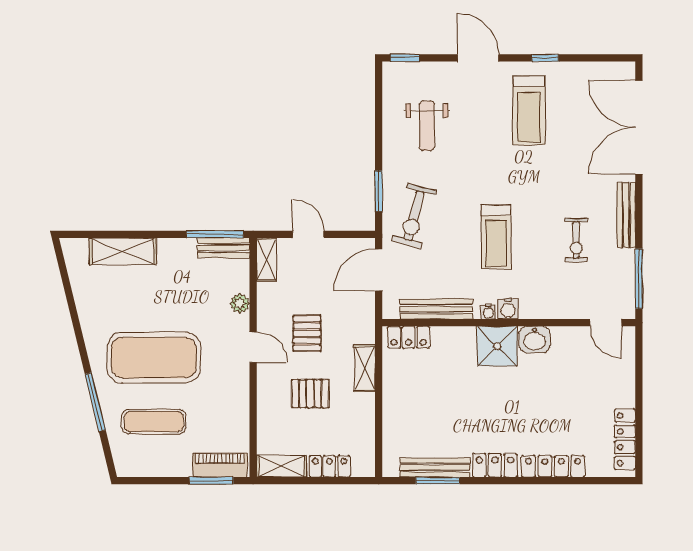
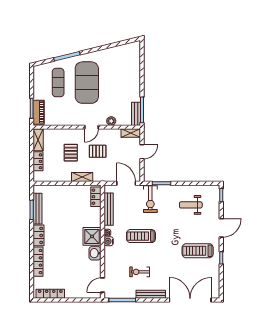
exercise bike: (414, 216) -> (150, 199), turned -105
shelving: (123, 251) -> (135, 69), removed

